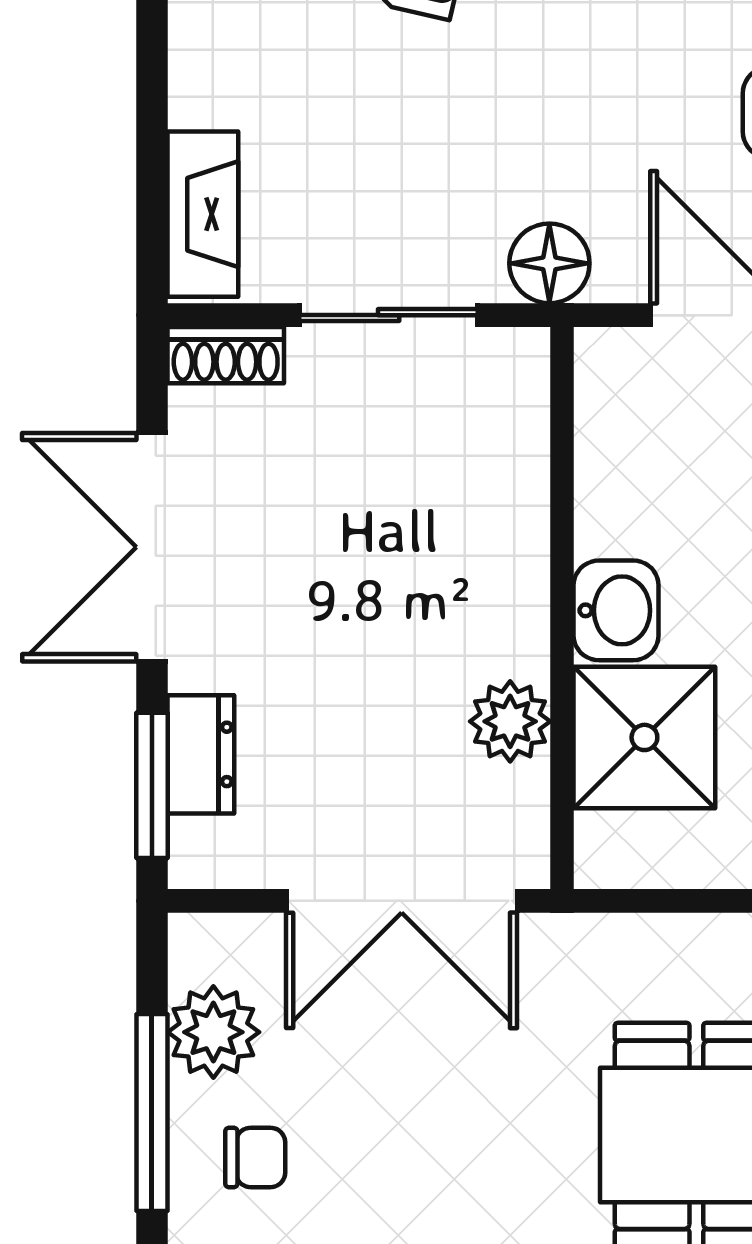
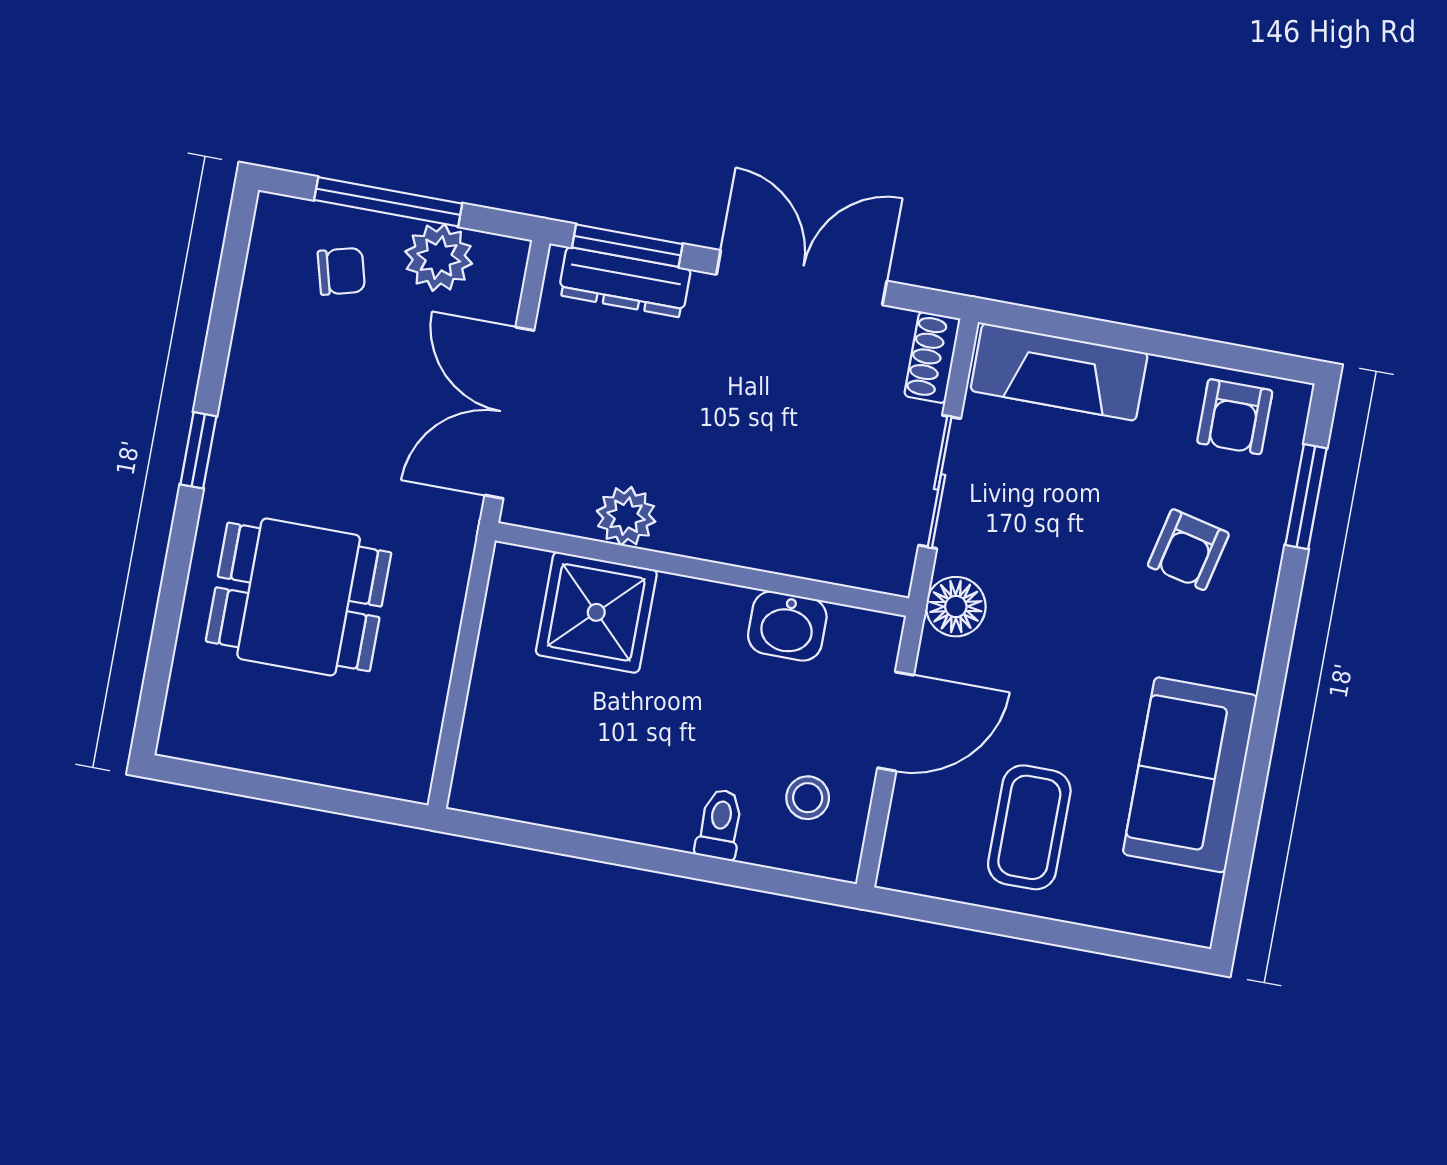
fireplace: (203, 214) -> (1059, 372), width x1.37, depth x1.32
washbasin: (616, 610) -> (787, 626), moved
dresser: (201, 754) -> (624, 282), width x1.44
chair: (255, 1157) -> (341, 271), turned -105

